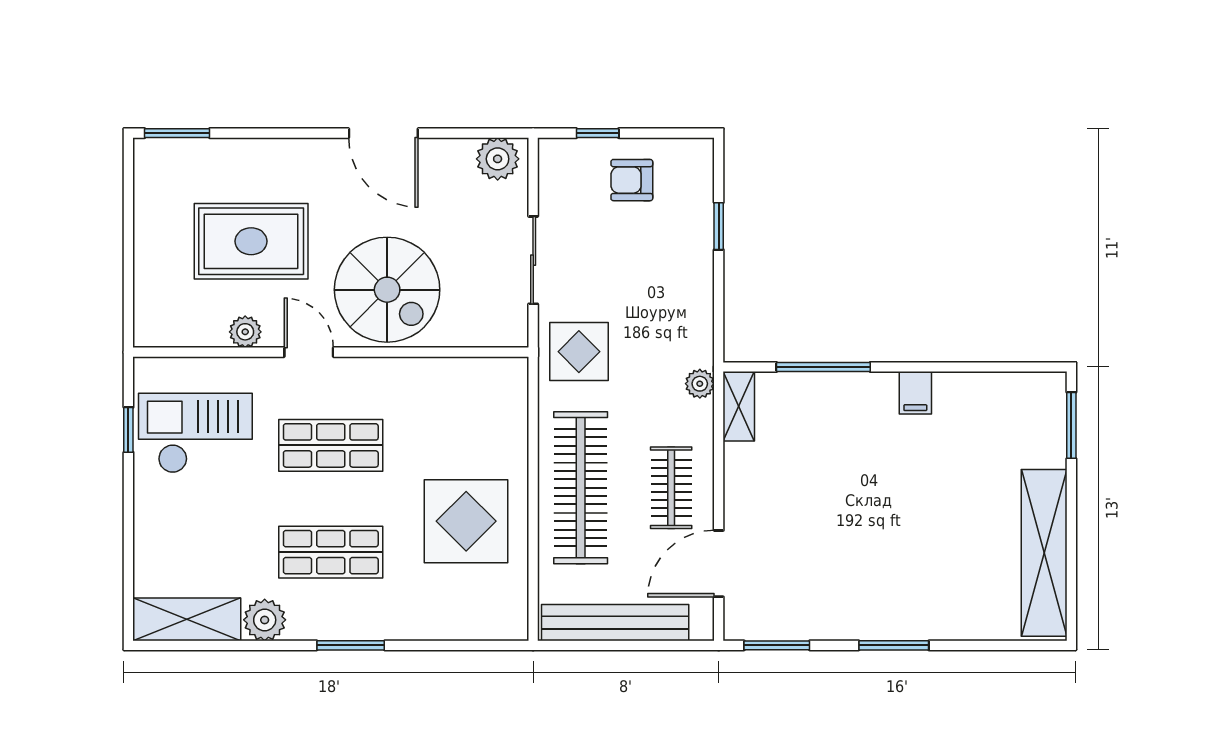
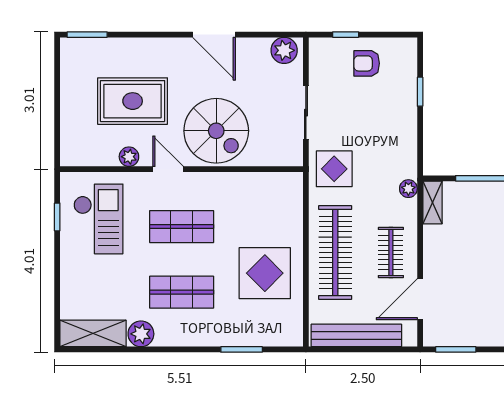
checkout: (195, 433) -> (98, 219), turned 90
window: (351, 645) -> (242, 349), moved

